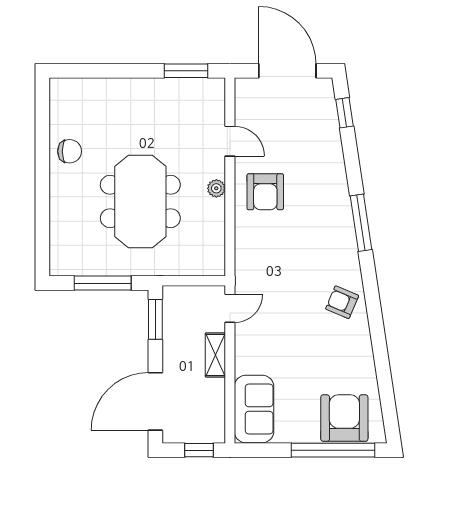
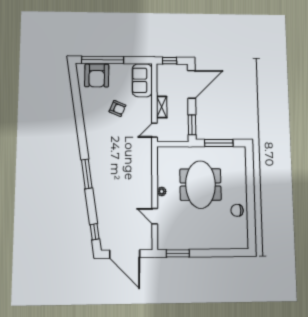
armchair: (265, 192) -> (136, 190), removed
armchair: (342, 302) -> (117, 108), moved

